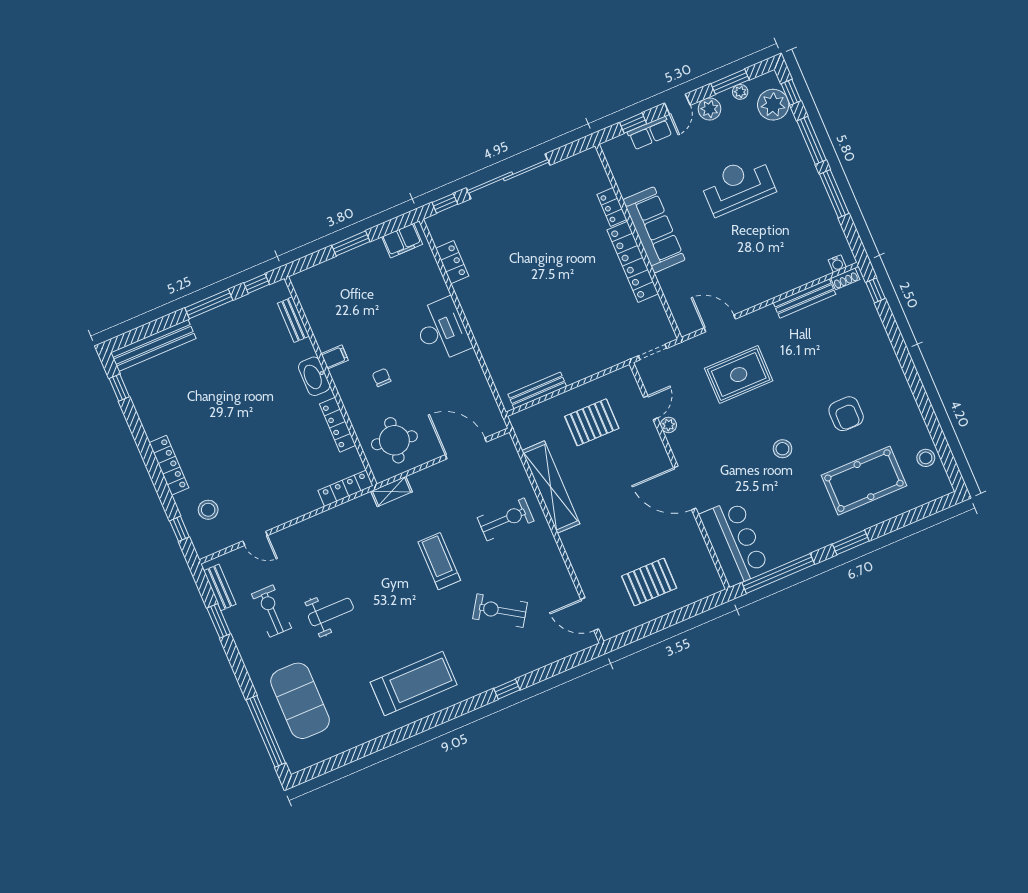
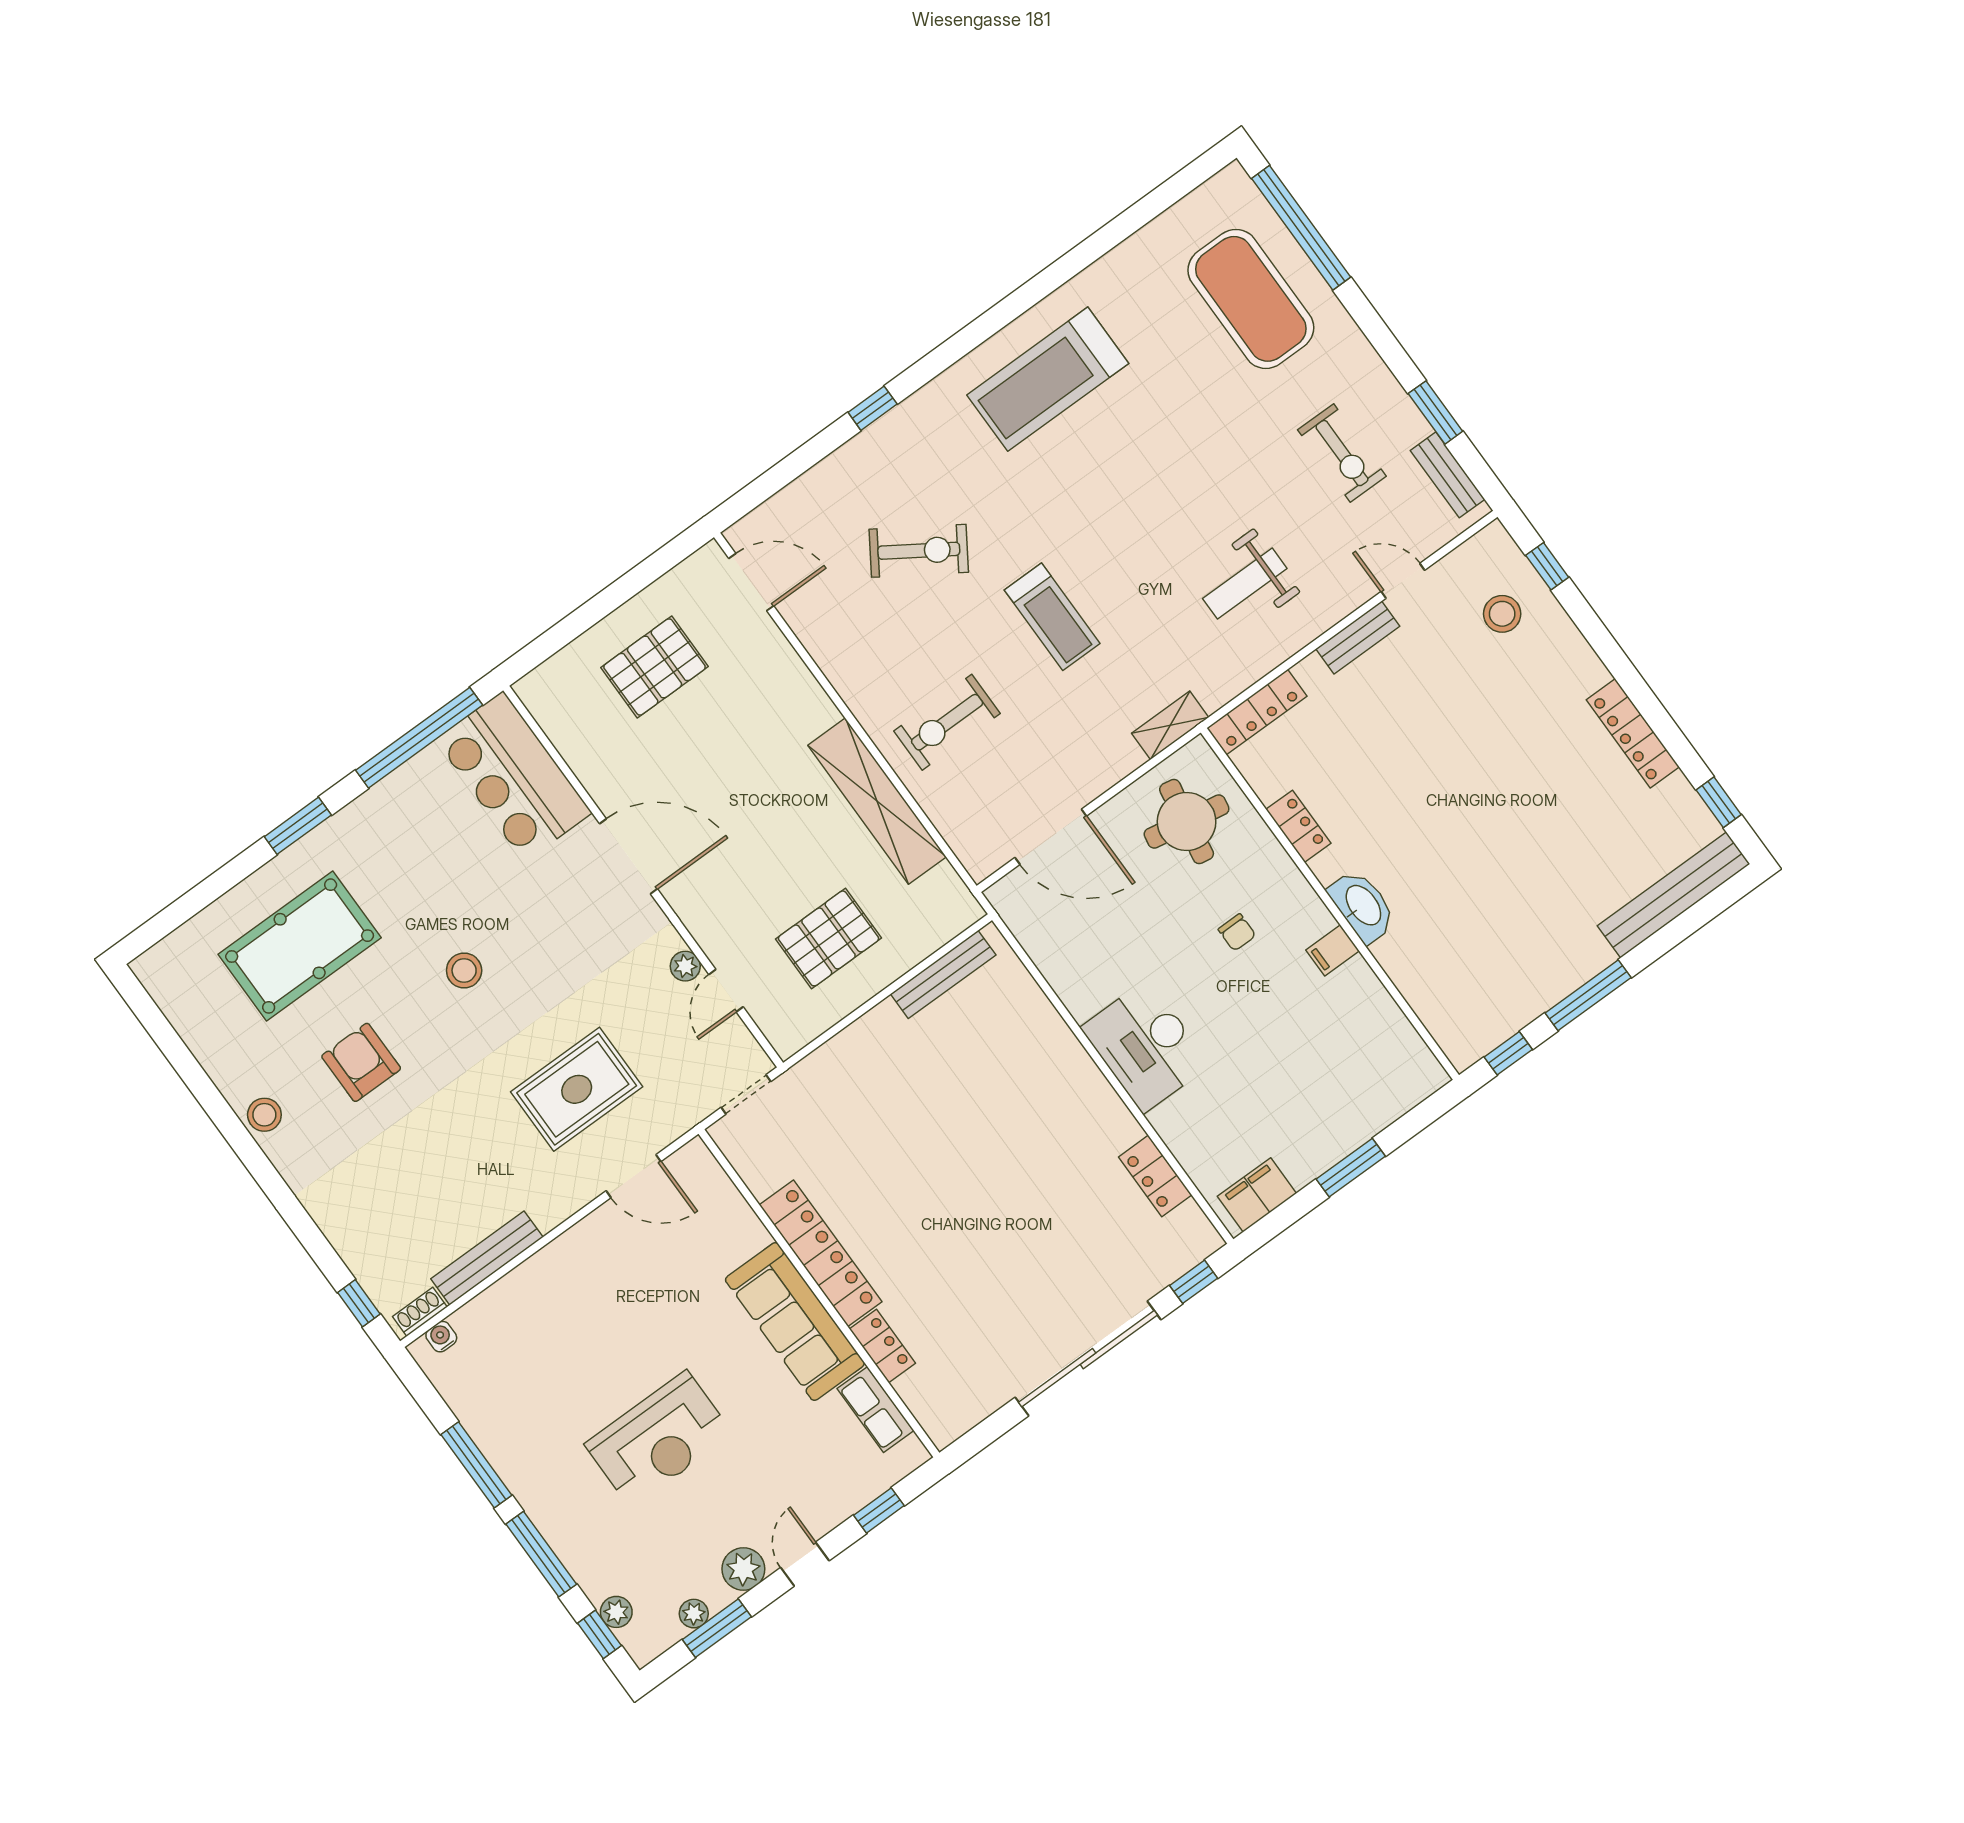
plant: (773, 105) -> (616, 1612), width x0.53, depth x0.53
row of seats: (650, 133) -> (876, 1410), moved, turned -90
bench: (293, 320) -> (1358, 637), moved, turned 90
locker: (338, 425) -> (1298, 826), width x0.66
stool: (926, 458) -> (264, 1115), moved
locker: (169, 465) -> (1633, 733), moved
weight bench: (331, 612) -> (1245, 583), moved

